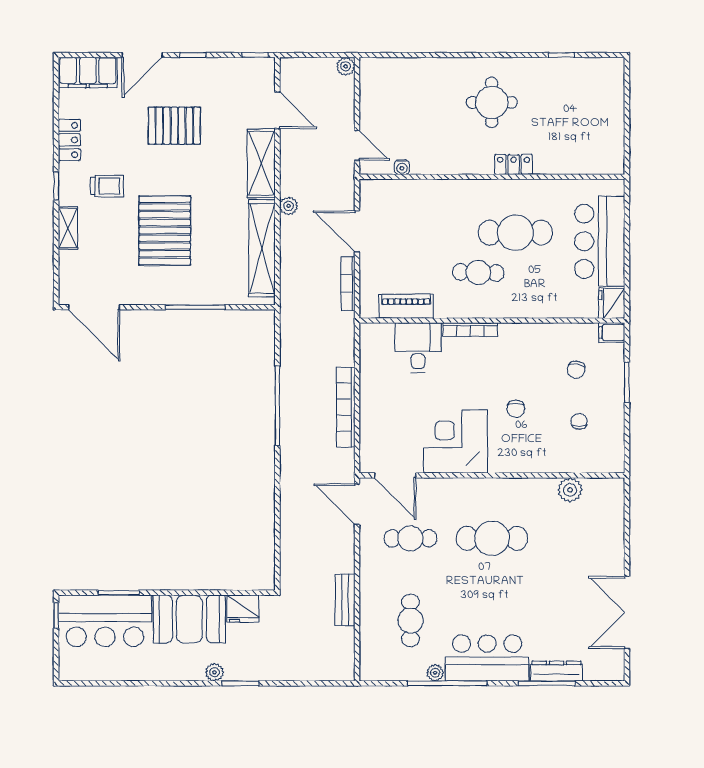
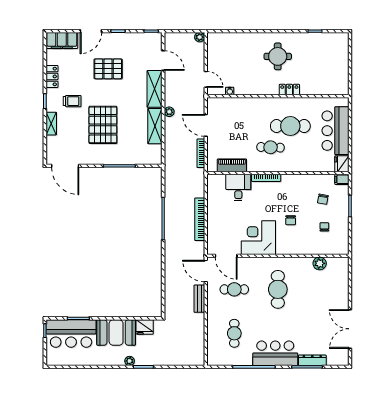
shelving: (262, 248) -> (155, 126), width x0.68
cafe table: (492, 538) -> (278, 289), turned 90
bench: (345, 600) -> (199, 299), moved
plant: (435, 673) -> (247, 361), removed

